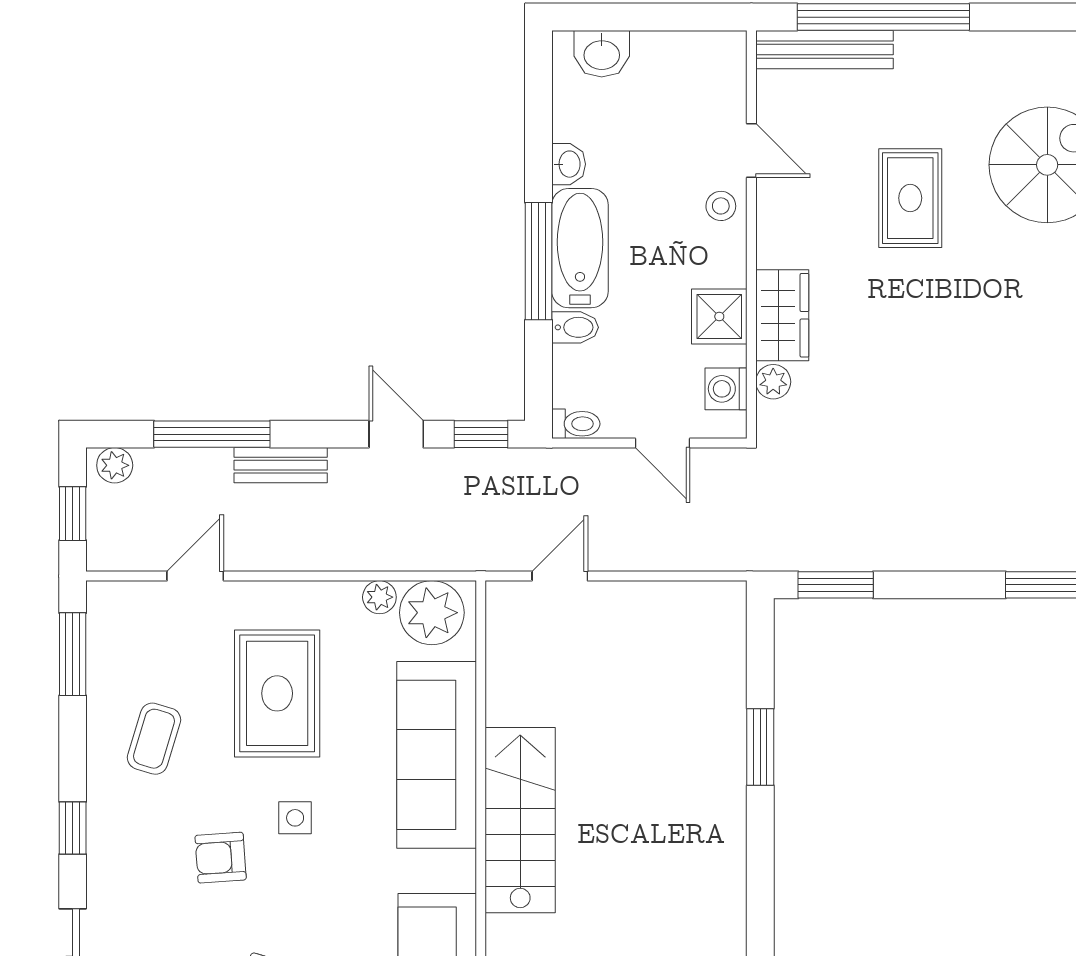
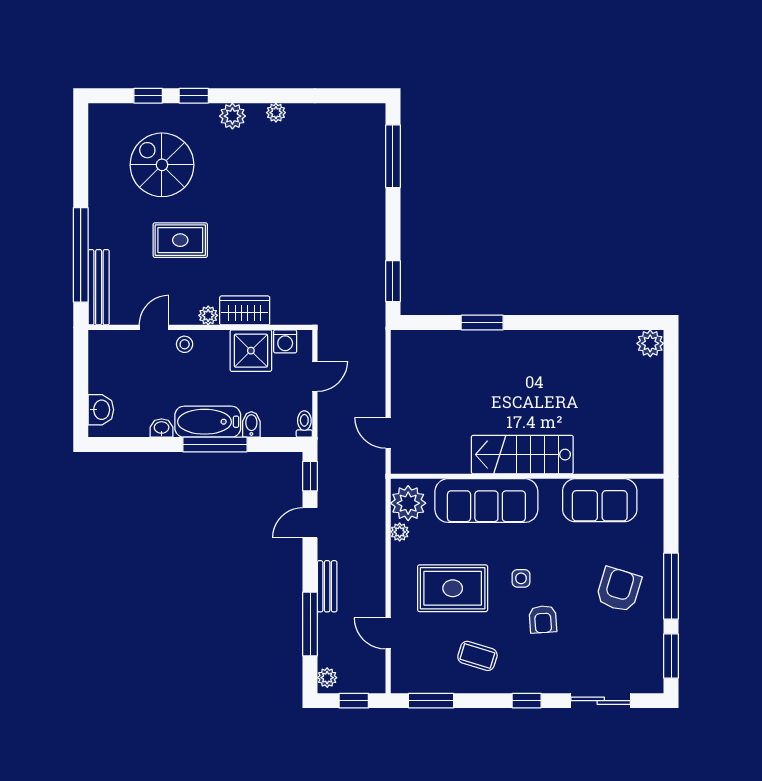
shower: (719, 316) -> (251, 351), width x1.36, depth x1.36
plant: (773, 382) -> (208, 315), moved

